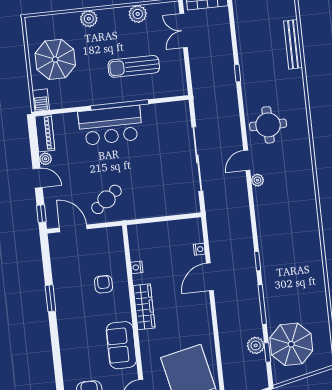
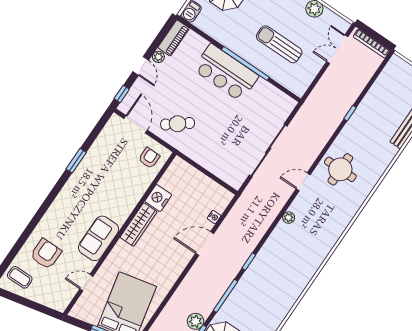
plant: (257, 180) -> (289, 218), moved
nightstand: (137, 267) -> (158, 198), width x1.89, depth x1.79
armchair: (103, 284) -> (149, 158), moved

